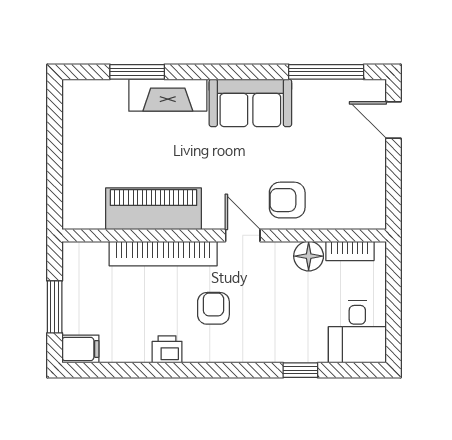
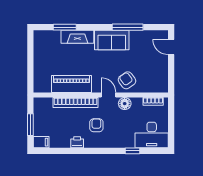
window: (326, 72) -> (128, 27), moved
armchair: (287, 200) -> (127, 80), turned 54
floor lamp: (309, 256) -> (125, 104), moved
desk: (357, 332) -> (152, 135), width x1.37

